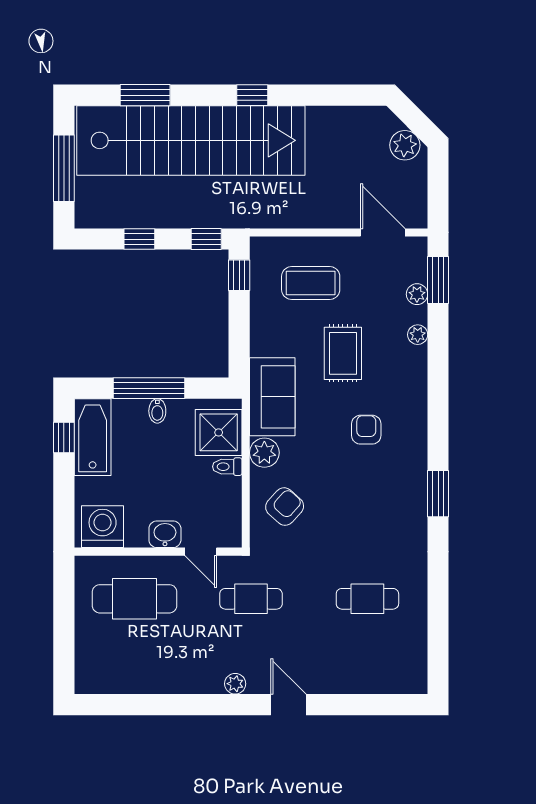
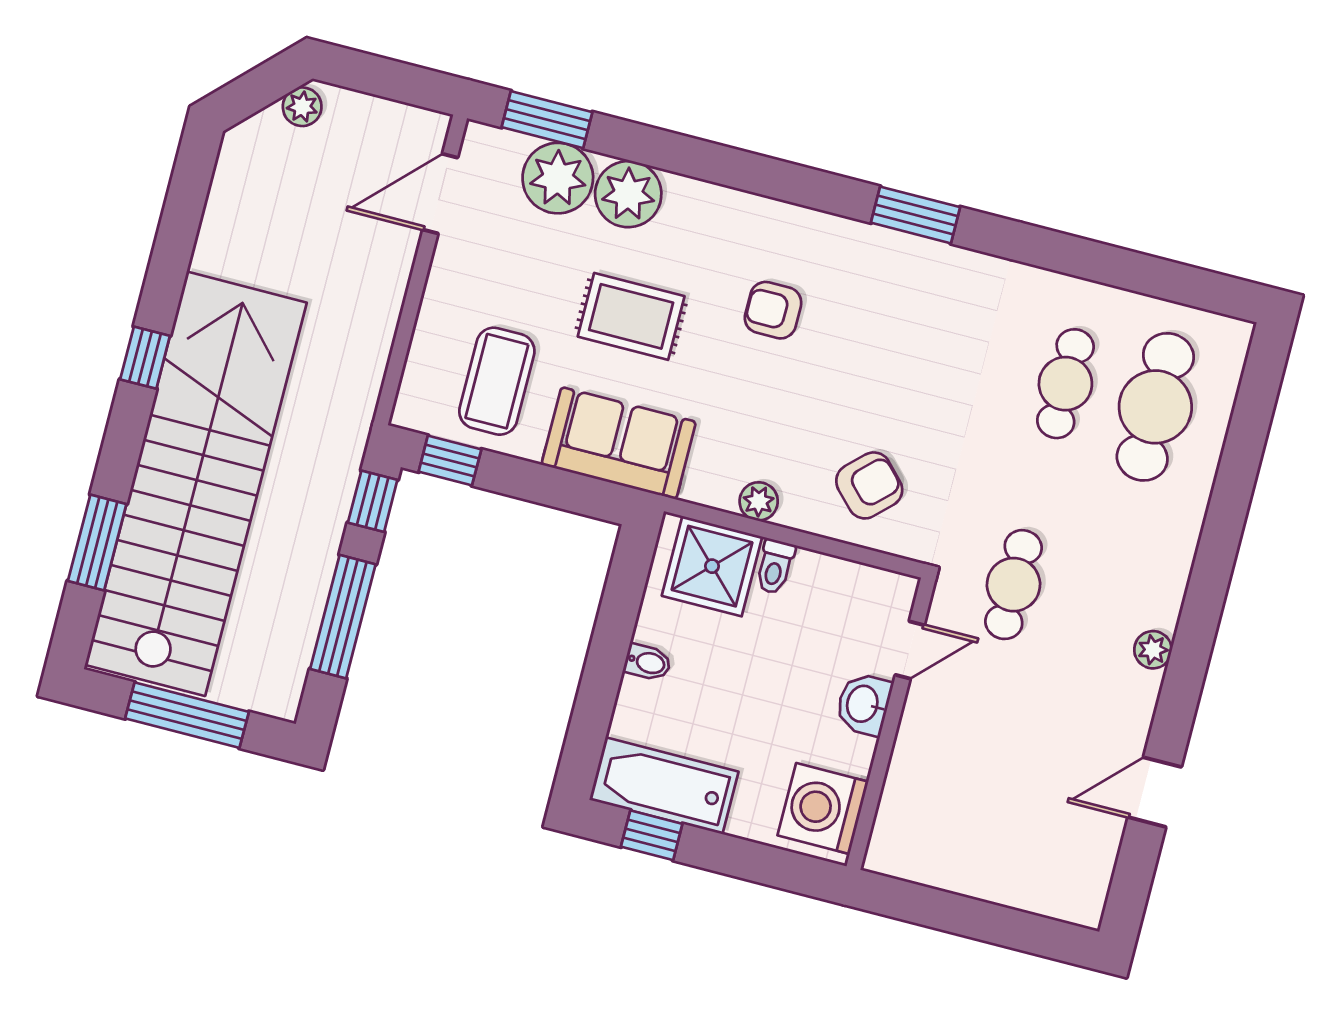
plant: (405, 145) -> (302, 107), width x0.73, depth x0.73
window: (139, 239) -> (343, 617), width x2.17
coffee table: (311, 283) -> (497, 381), moved
plant: (417, 294) -> (558, 178), width x1.87, depth x1.87
plant: (418, 335) -> (628, 194), width x1.87, depth x1.87
window: (149, 388) -> (604, 667), removed
sofa: (272, 397) -> (619, 443), moved
plant: (264, 453) -> (759, 501), width x0.73, depth x0.73
armchair: (285, 507) -> (869, 485), turned 94
cafe table: (135, 599) -> (1155, 407), moved
door: (288, 705) -> (1155, 792), moved

